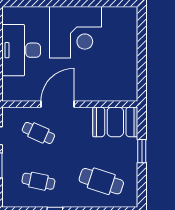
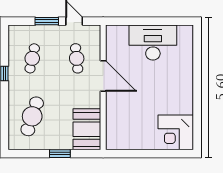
corner desk: (75, 32) -> (176, 132), moved, width x0.74, depth x0.74
cafe table: (38, 133) -> (77, 58), turned -30

